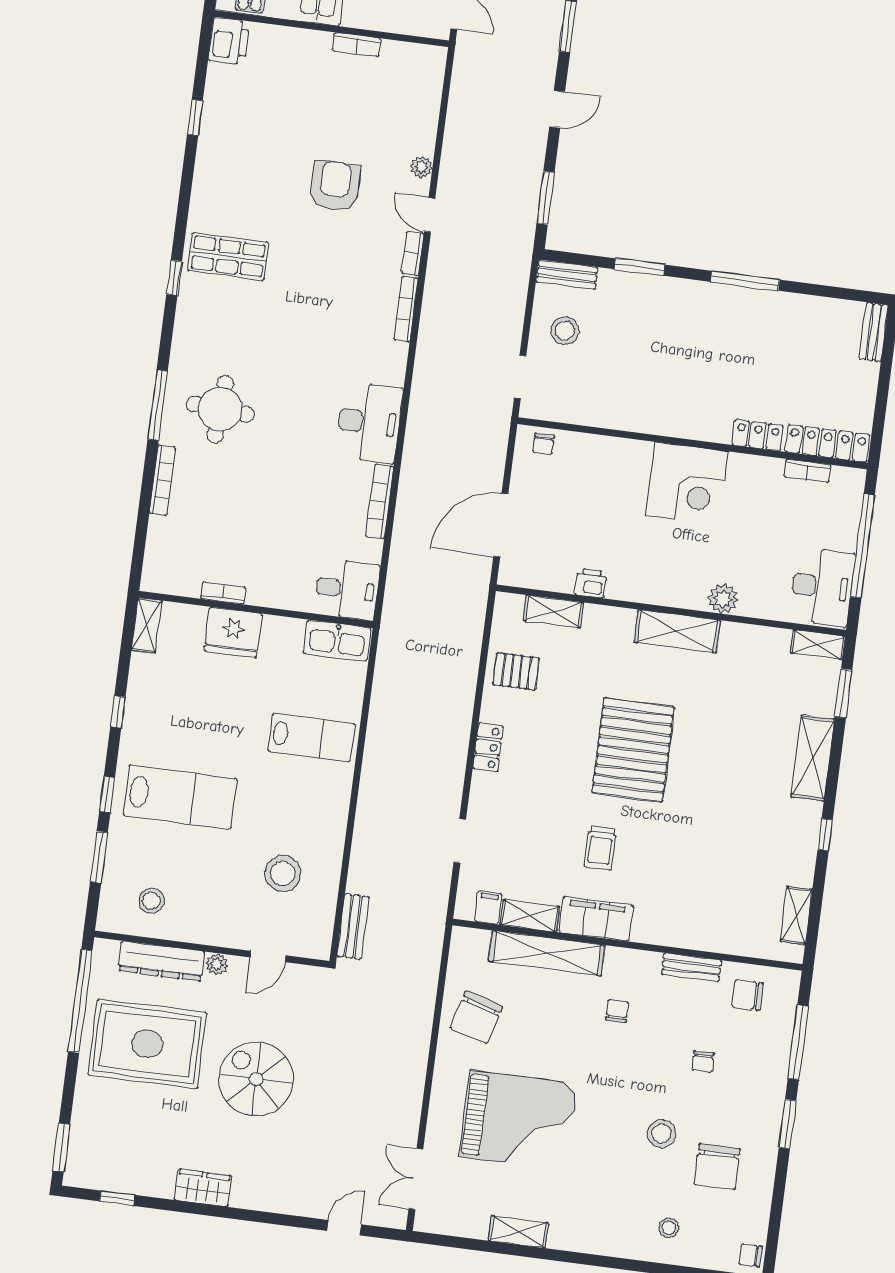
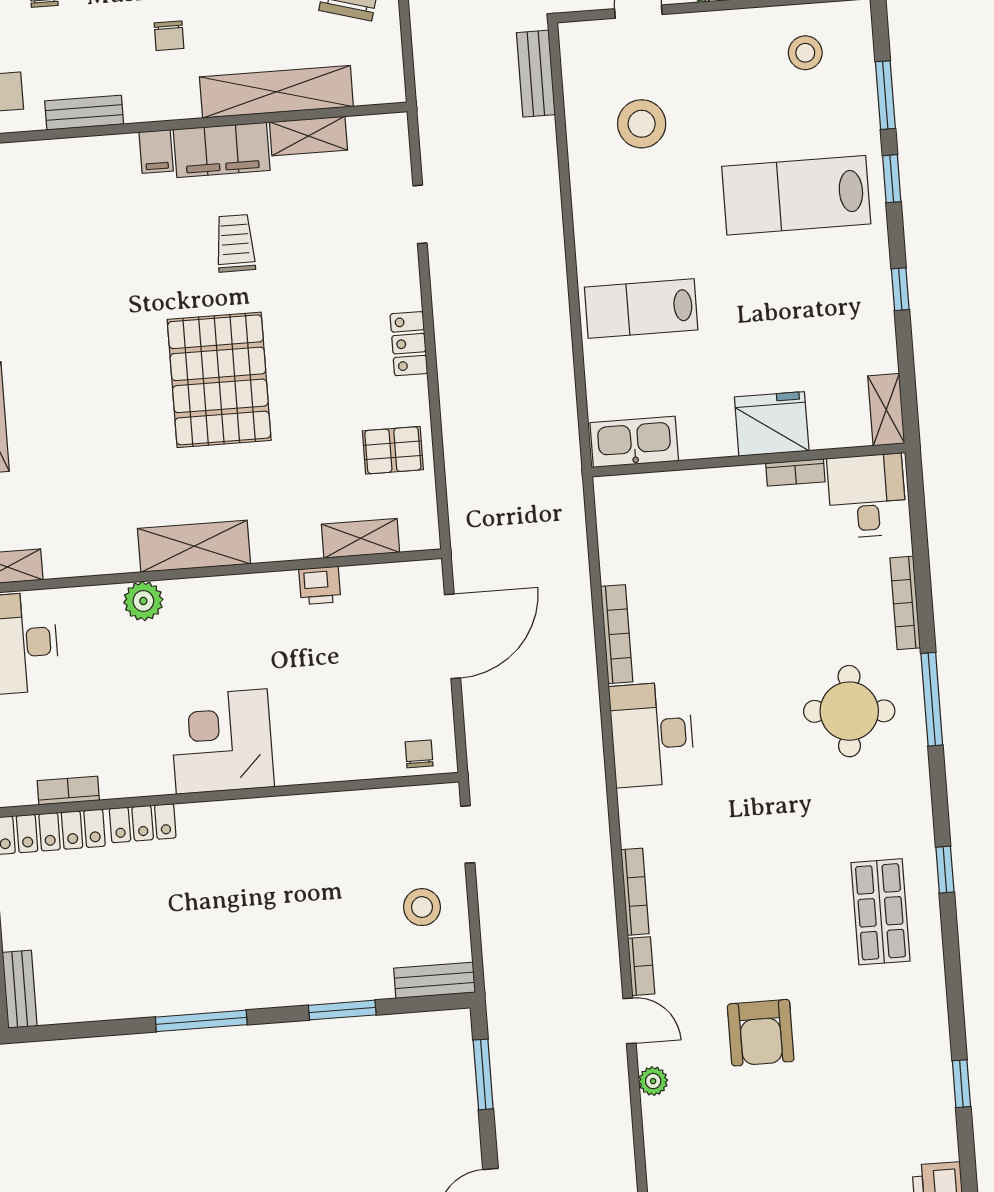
shop shelf: (228, 257) -> (880, 912), turned 90
desk: (347, 589) -> (867, 496), moved, turned 90
filing cabinet: (488, 907) -> (156, 151), moved

